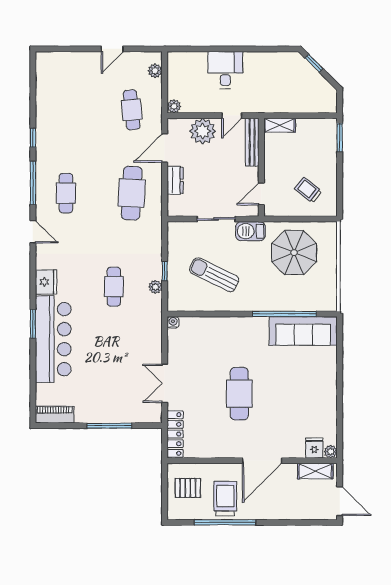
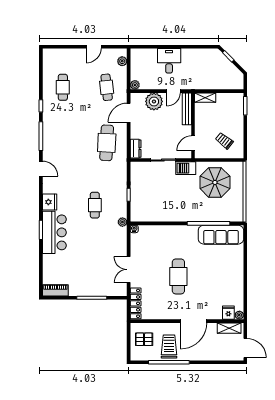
dresser: (175, 180) -> (136, 149), moved
cafe table: (66, 193) -> (63, 87), moved
sun lounger: (214, 275) -> (162, 197), removed
plant: (155, 287) -> (122, 222), moved
bar counter: (53, 339) -> (54, 232), width x0.73

